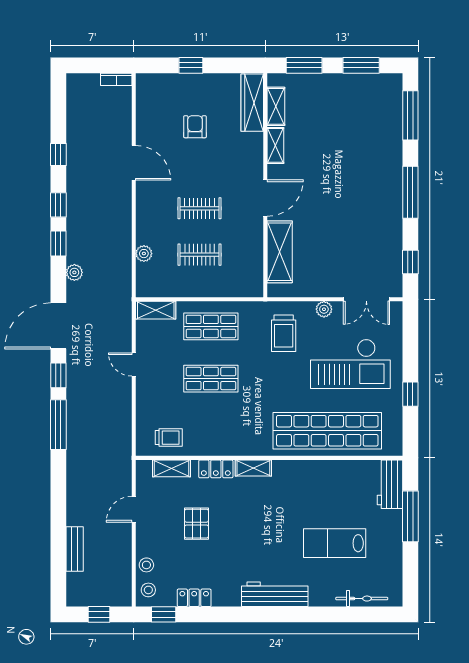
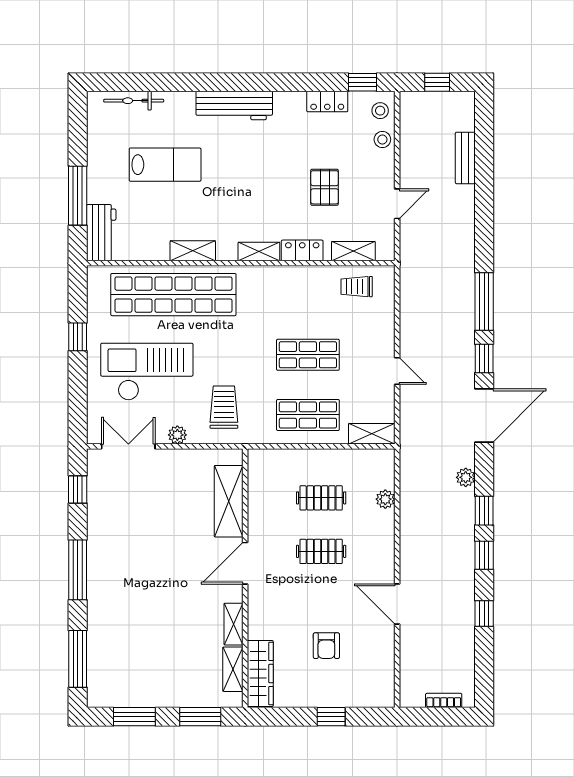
bookcase: (116, 79) -> (444, 700), moved
shelving: (311, 469) -> (193, 251), added

